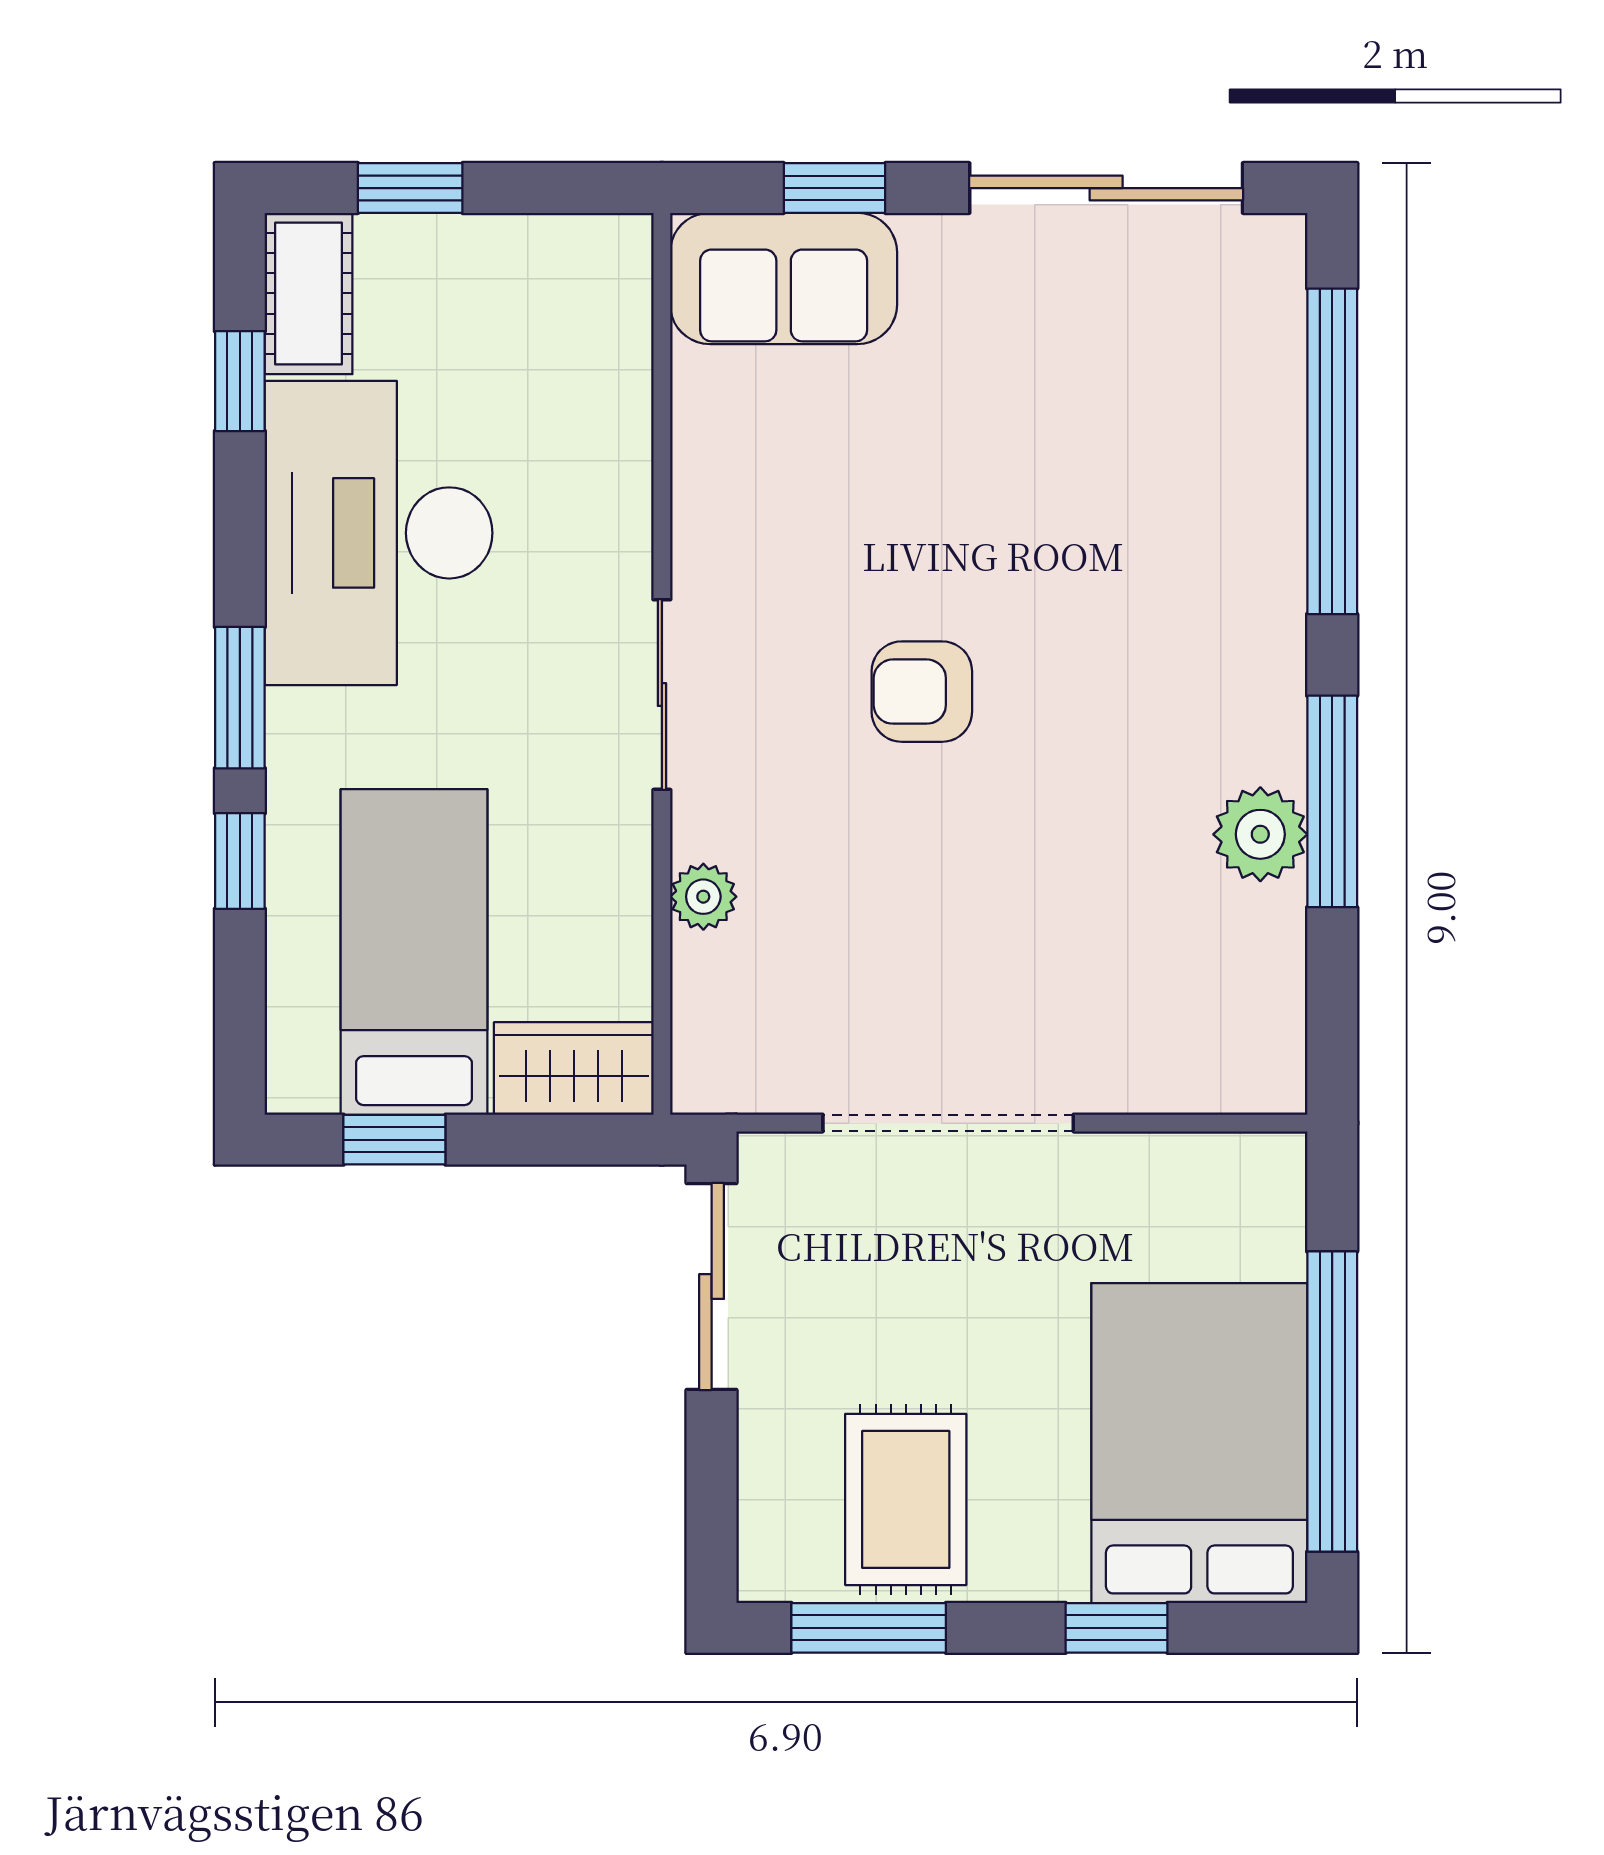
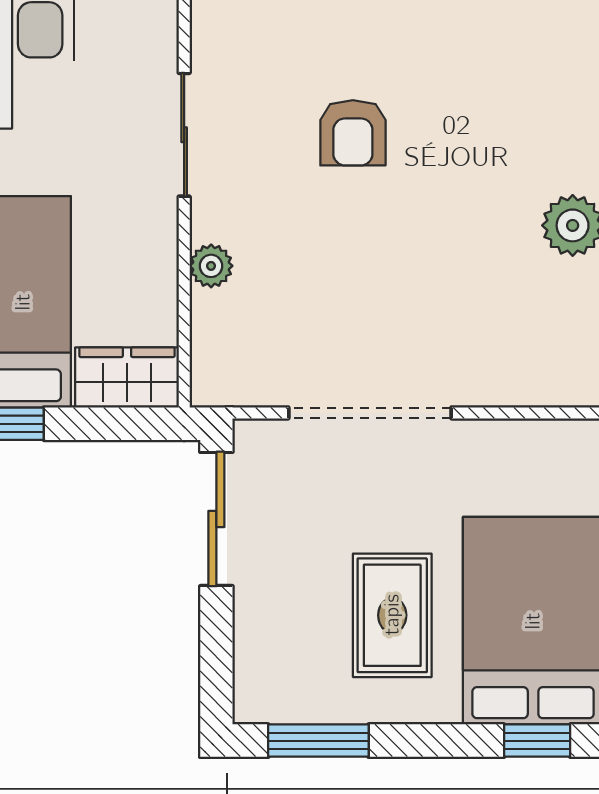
armchair: (922, 692) -> (353, 133), turned -90
rug: (906, 1499) -> (392, 615), moved
window: (1116, 1628) -> (537, 741), moved

